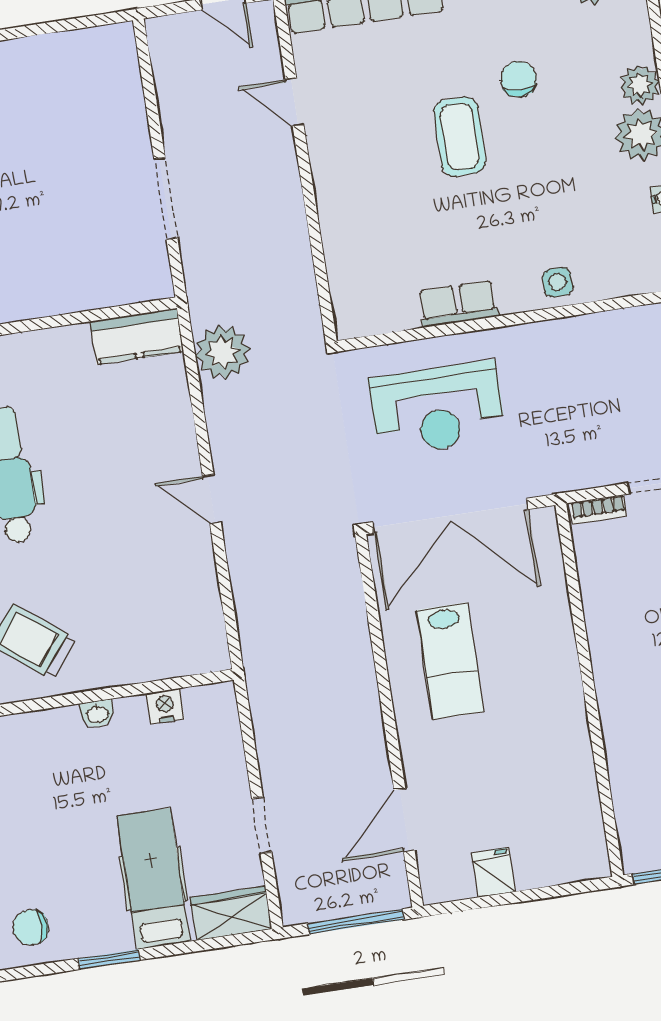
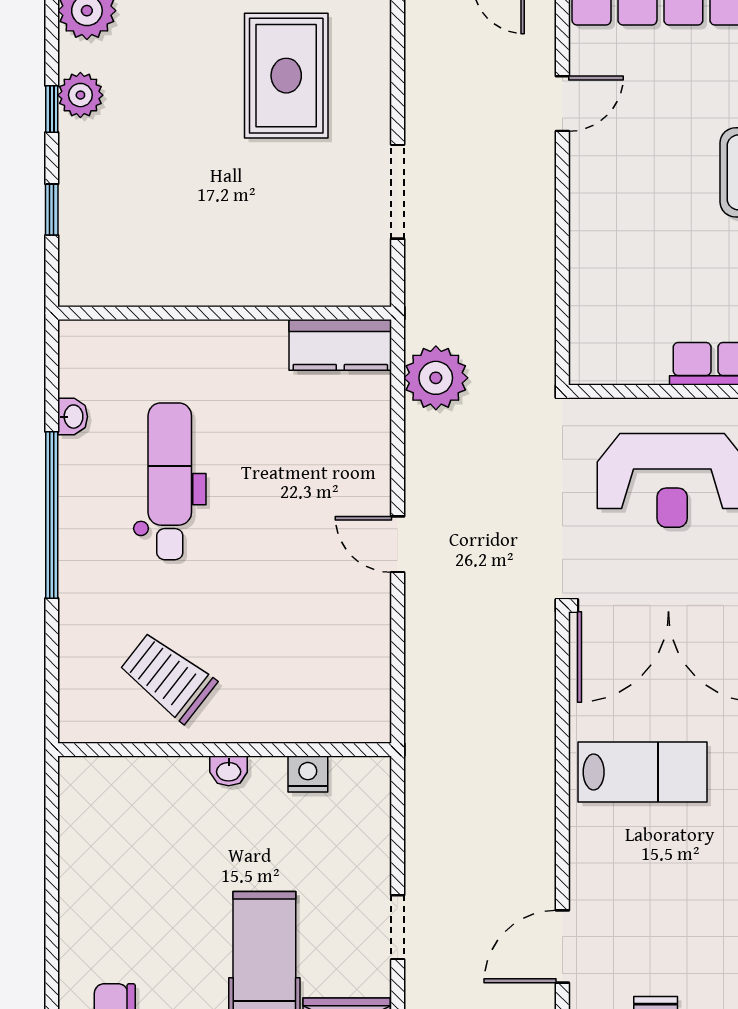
door: (295, 102) -> (562, 104), swing flipped
rug: (56, 114) -> (286, 76), added
lab bench: (450, 661) -> (642, 772), turned -90

